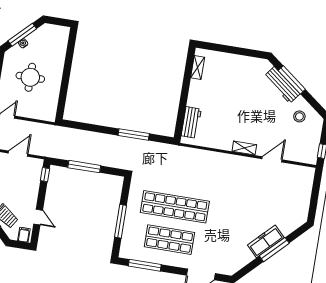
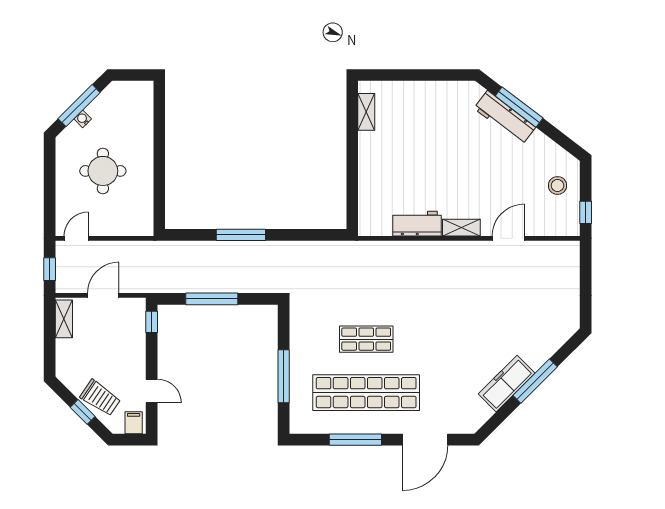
stool: (299, 116) -> (557, 185), moved
workbench: (191, 122) -> (417, 224), moved, turned -90
window: (134, 134) -> (241, 235), moved
shop shelf: (175, 207) -> (366, 339), width x0.50, depth x0.74
shop shelf: (169, 240) -> (366, 393), width x1.40
freezer: (266, 241) -> (507, 384), moved
window: (145, 265) -> (355, 440), moved

